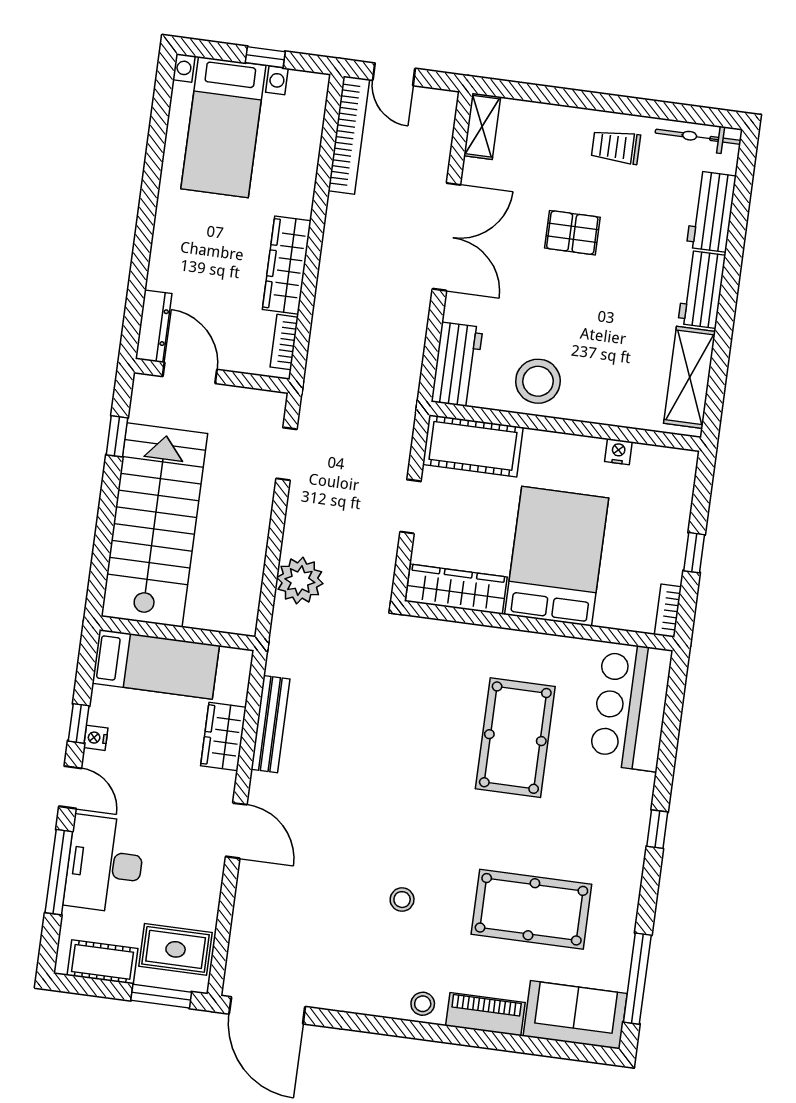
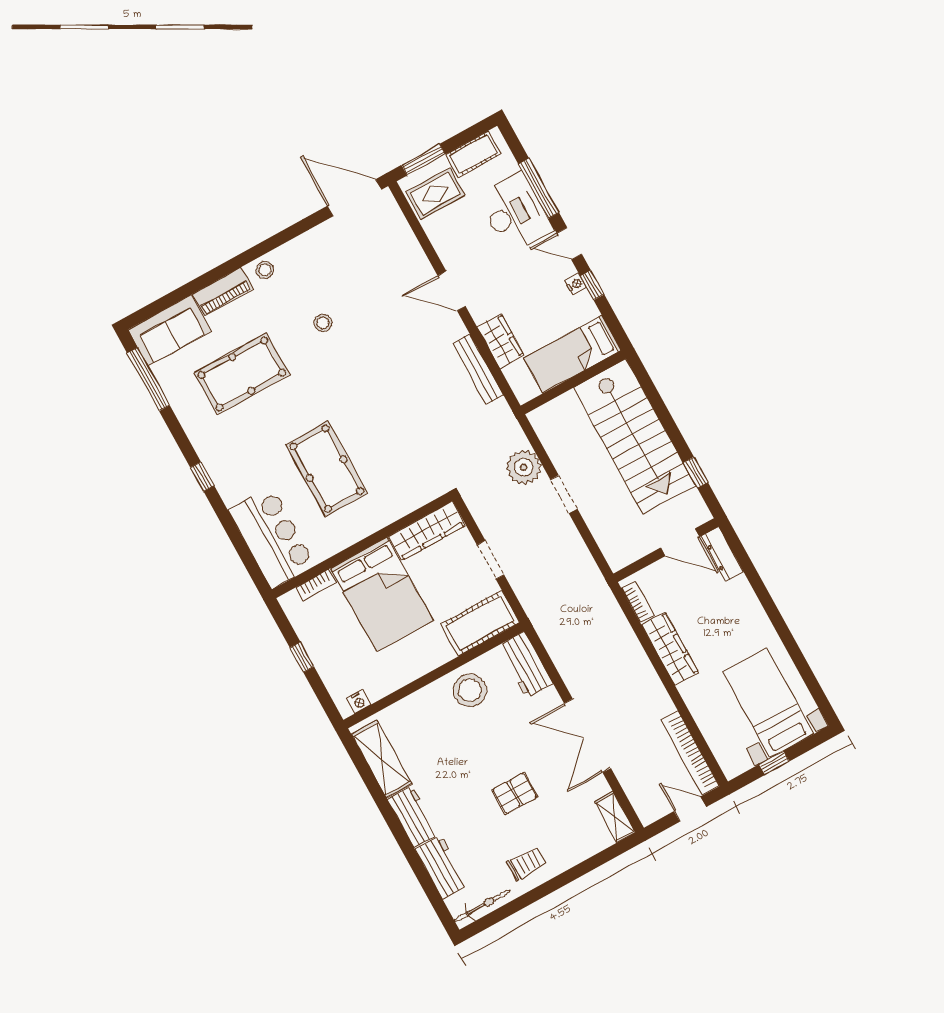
nightstand: (618, 452) -> (359, 702), moved
doorway: (287, 454) -> (564, 494), moved
bookcase: (668, 611) -> (316, 585), moved, turned 90

